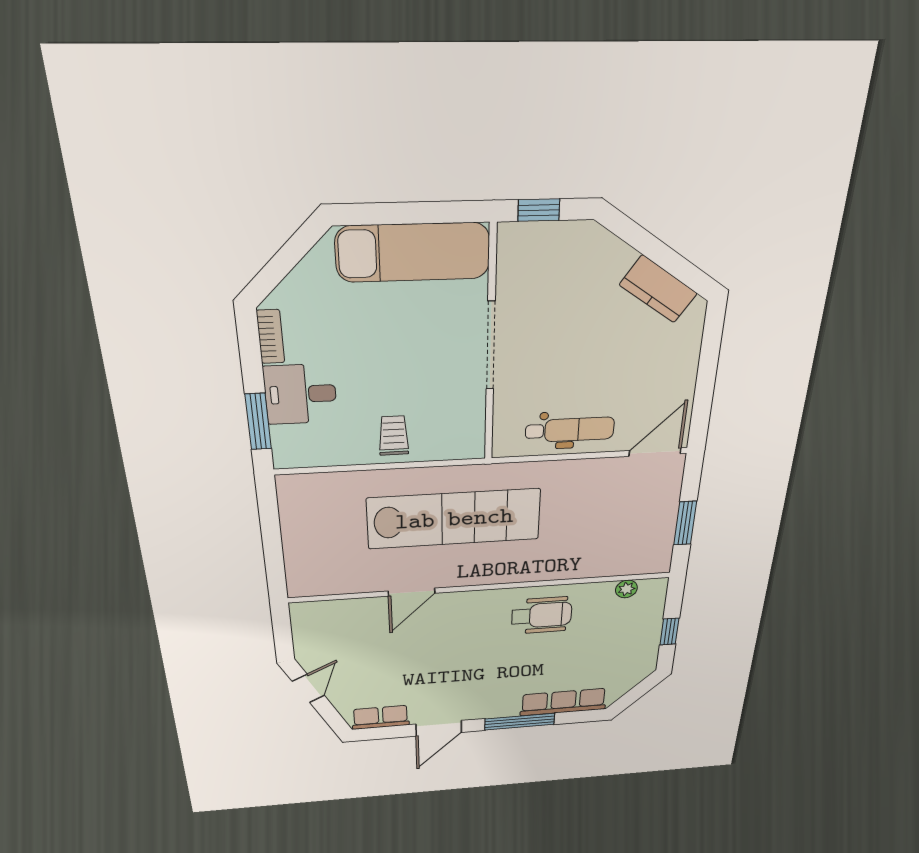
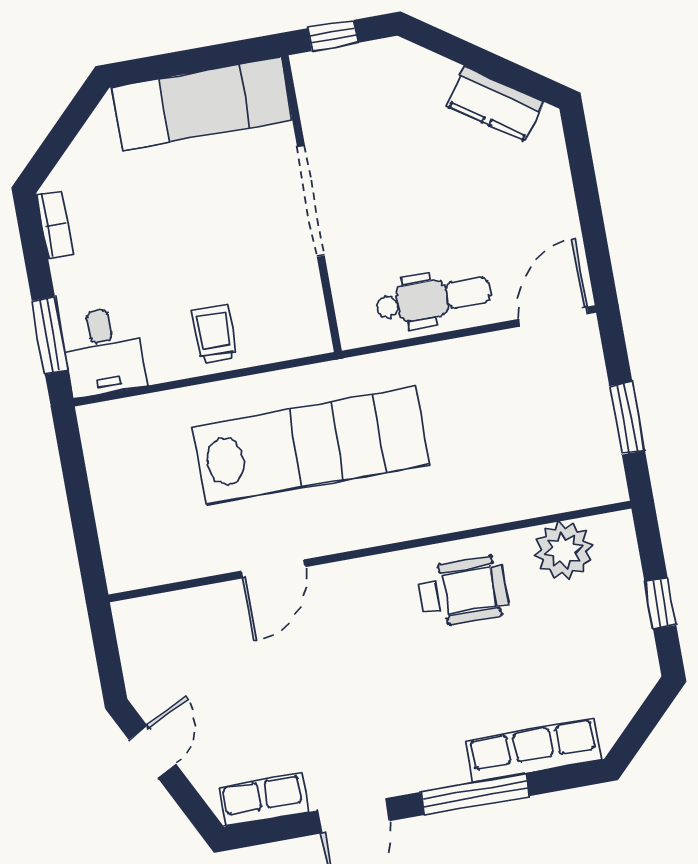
desk: (300, 394) -> (104, 352), moved, turned -90
plant: (626, 589) -> (564, 550), width x1.88, depth x1.88

